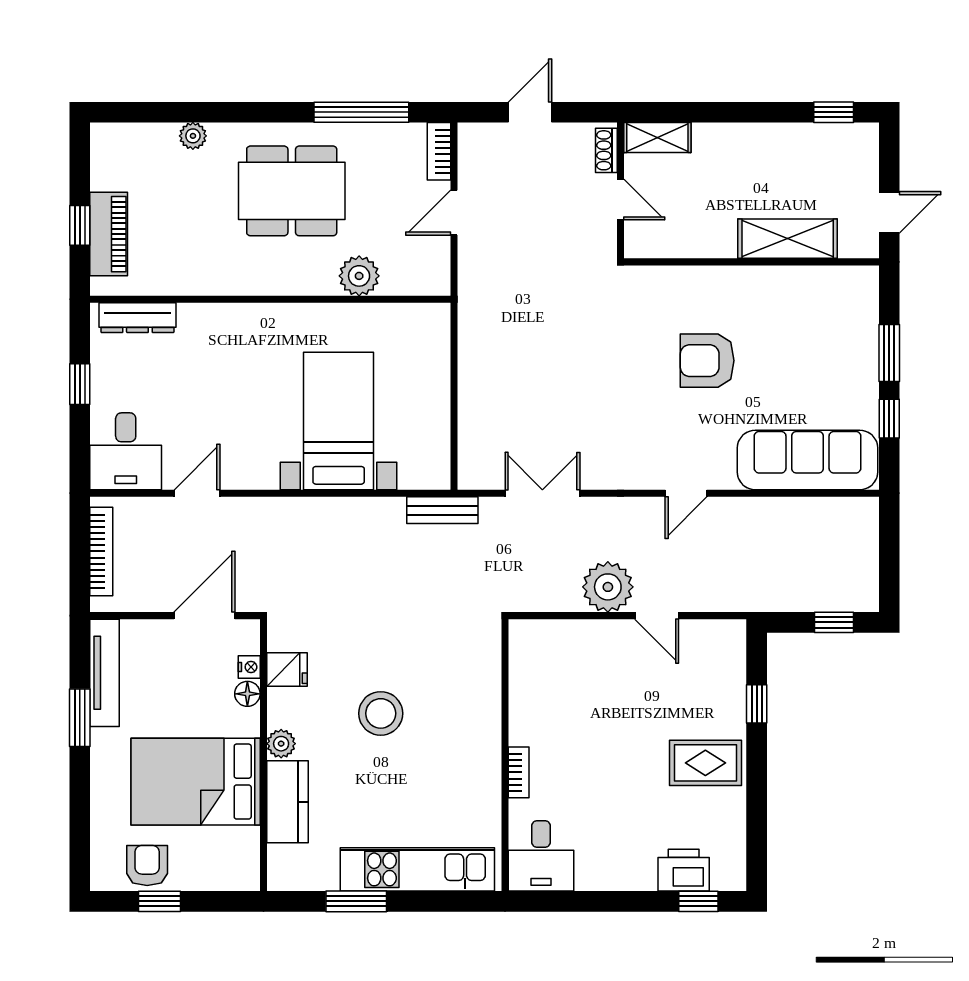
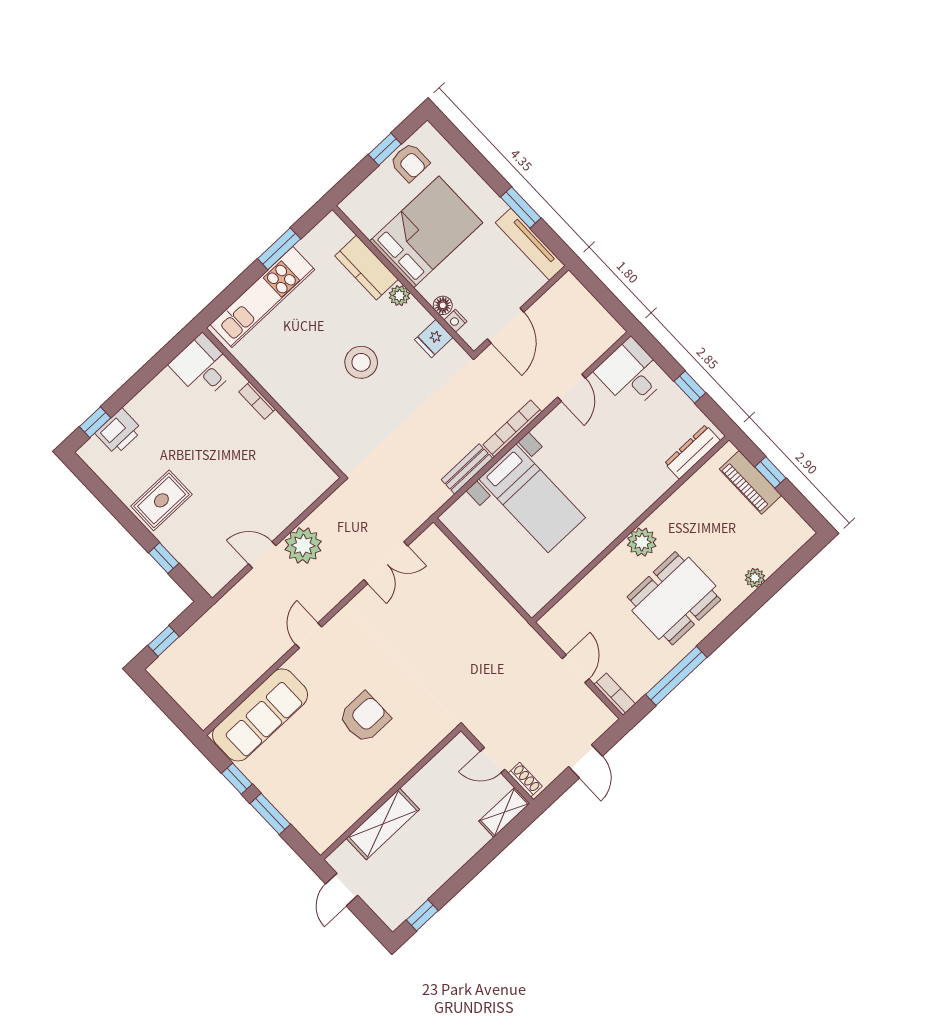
plant: (359, 276) -> (642, 542), moved
bench: (442, 510) -> (467, 469), moved
bookcase: (101, 551) -> (513, 428), moved, turned 90

